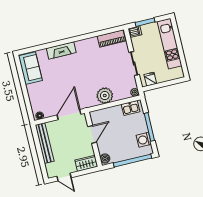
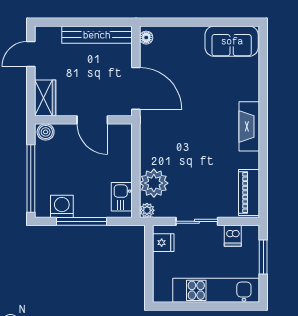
dishwasher: (135, 32) -> (233, 236), moved
fireplace: (61, 50) -> (249, 126), moved
plant: (105, 96) -> (154, 183), moved

